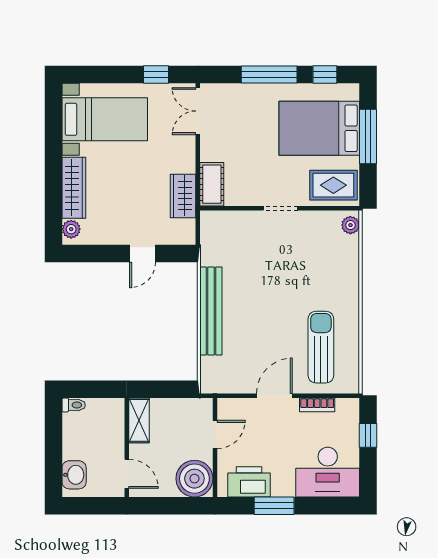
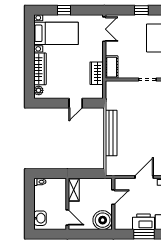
window: (156, 75) -> (64, 10), moved
window: (269, 75) -> (141, 10), width x0.46
double door: (198, 111) -> (104, 29), swing flipped
printer: (249, 482) -> (143, 222), moved

